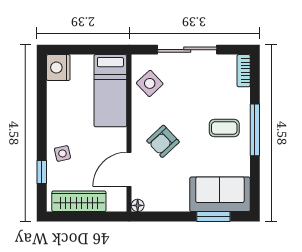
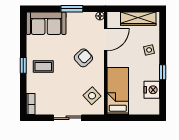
sliding door: (187, 50) -> (67, 118), width x0.73
nightstand: (58, 68) -> (152, 90), moved
window: (255, 130) -> (23, 65), width x0.46
window: (42, 172) -> (163, 72), moved
window: (213, 217) -> (72, 9), moved

